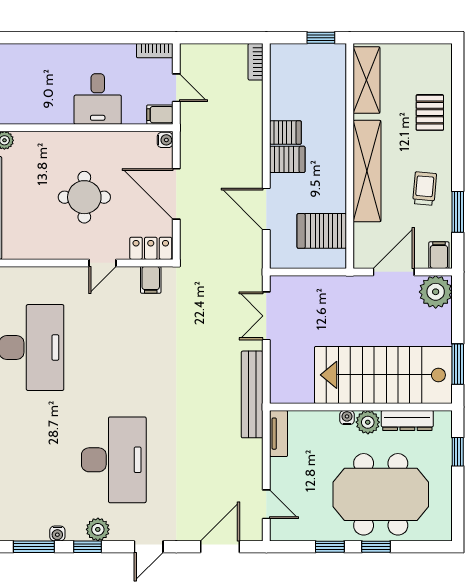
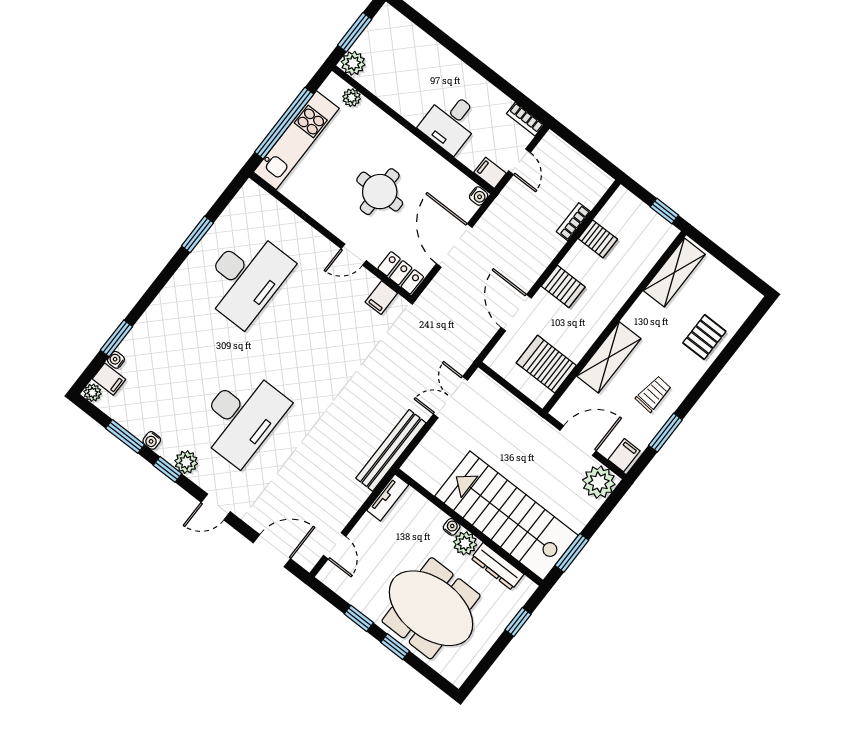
bookcase: (256, 62) -> (573, 222), moved
server rack: (285, 133) -> (598, 239), moved
shelving: (367, 171) -> (609, 357), width x0.68

